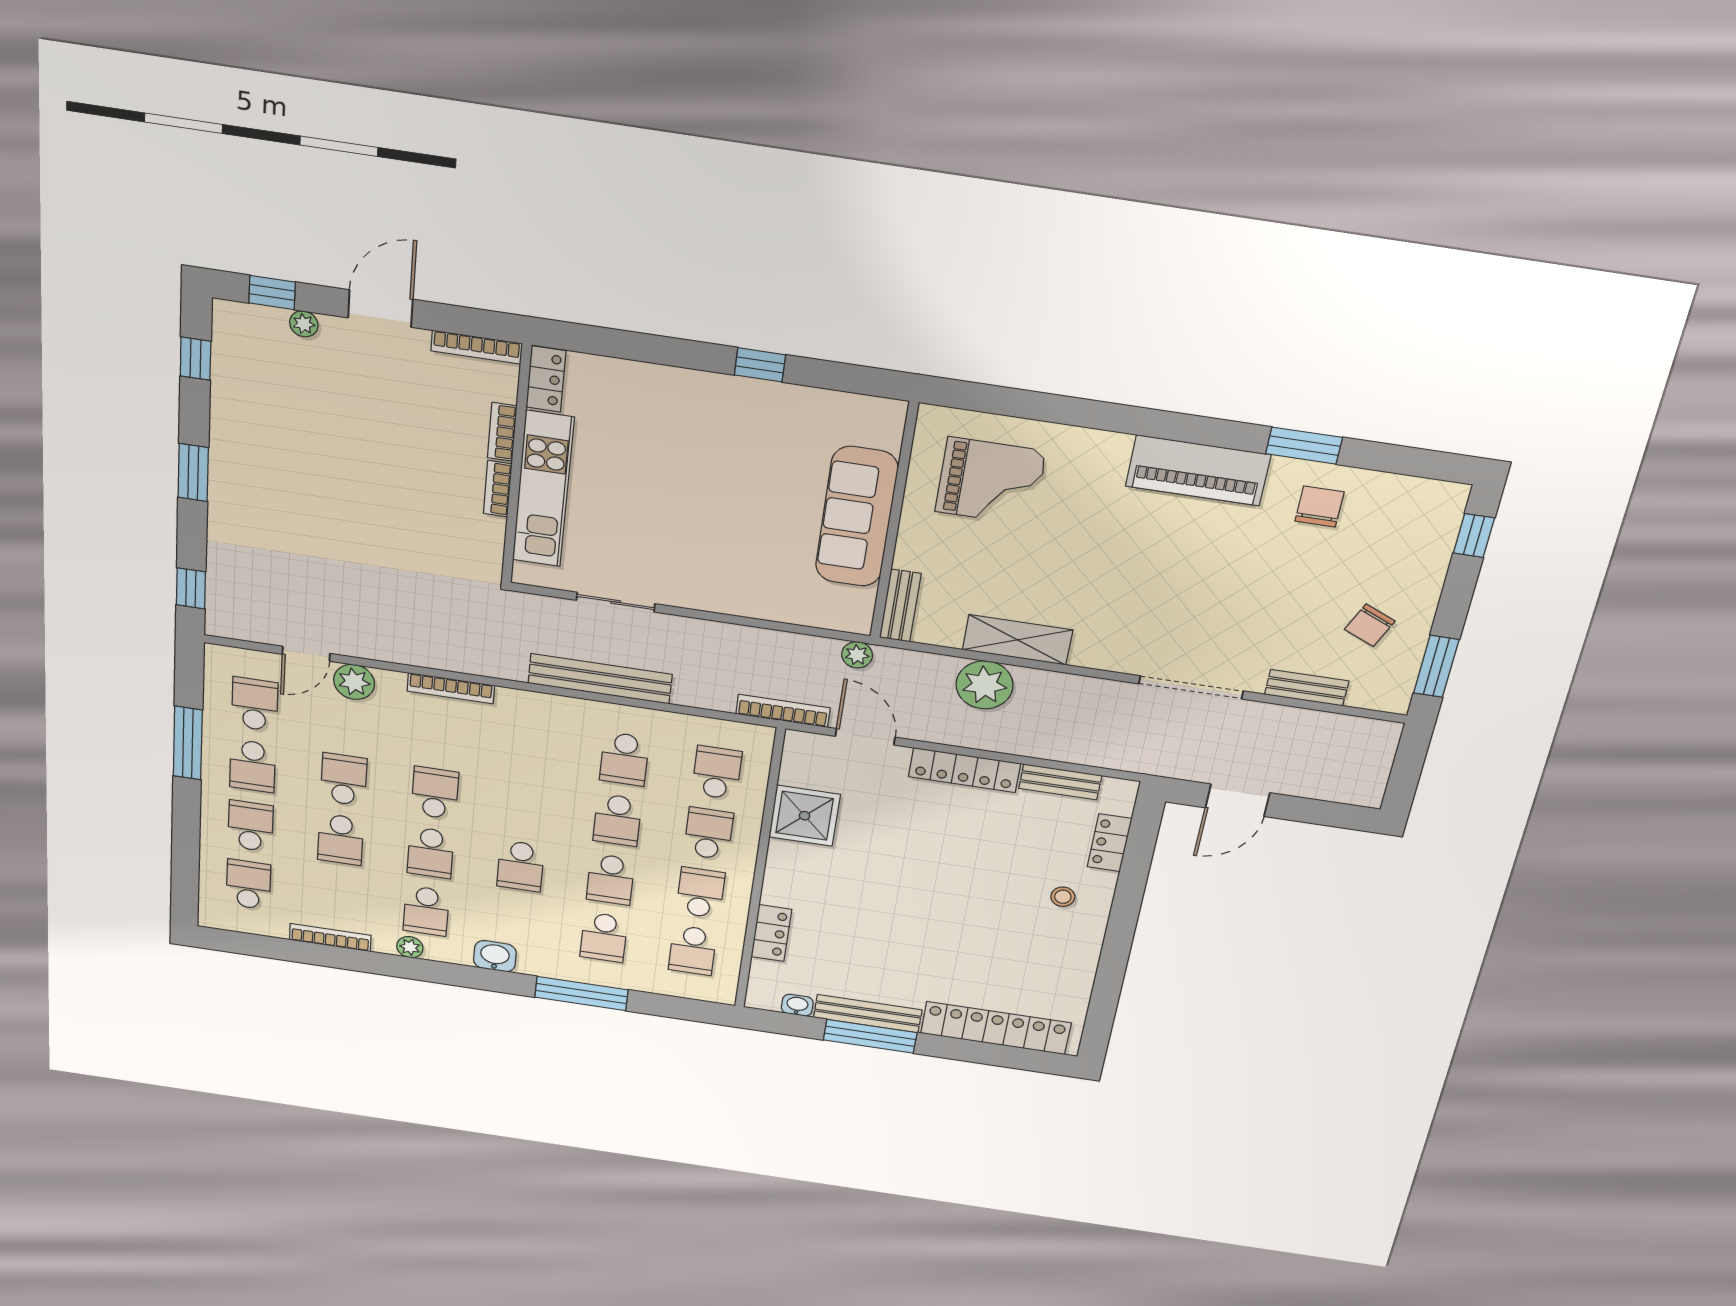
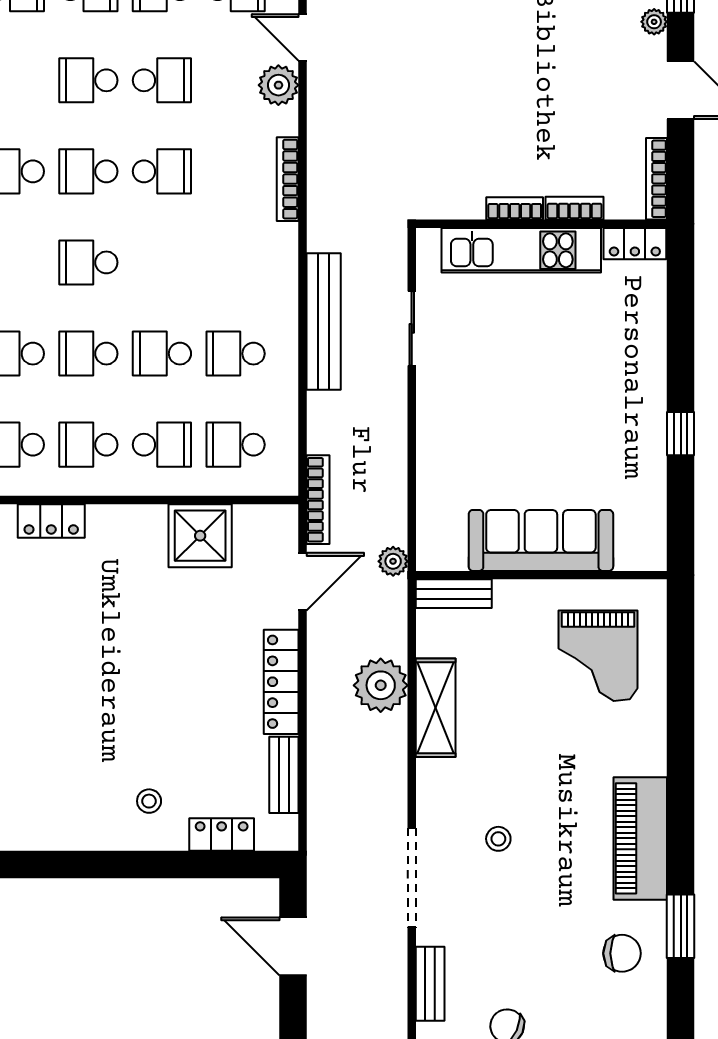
stool: (1168, 604) -> (498, 839), added
school desk: (717, 773) -> (236, 445), turned 180
school desk: (700, 893) -> (88, 445), turned 180

